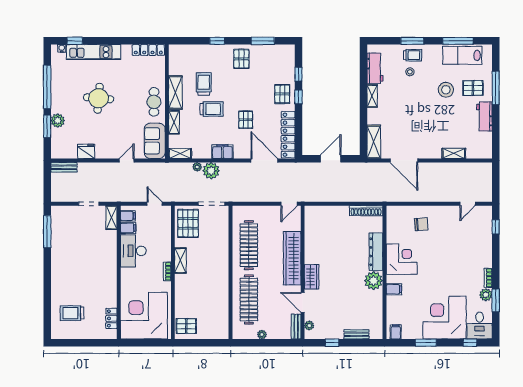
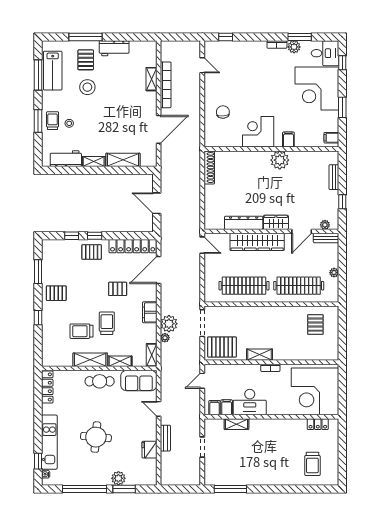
shelving: (374, 142) -> (123, 160), moved
bench: (64, 167) -> (165, 438), moved
bookcase: (448, 167) -> (166, 85), added
shelving: (111, 218) -> (236, 424), moved
dresser: (376, 252) -> (244, 223), moved, turned 180
pallet: (186, 326) -> (315, 325), moved

